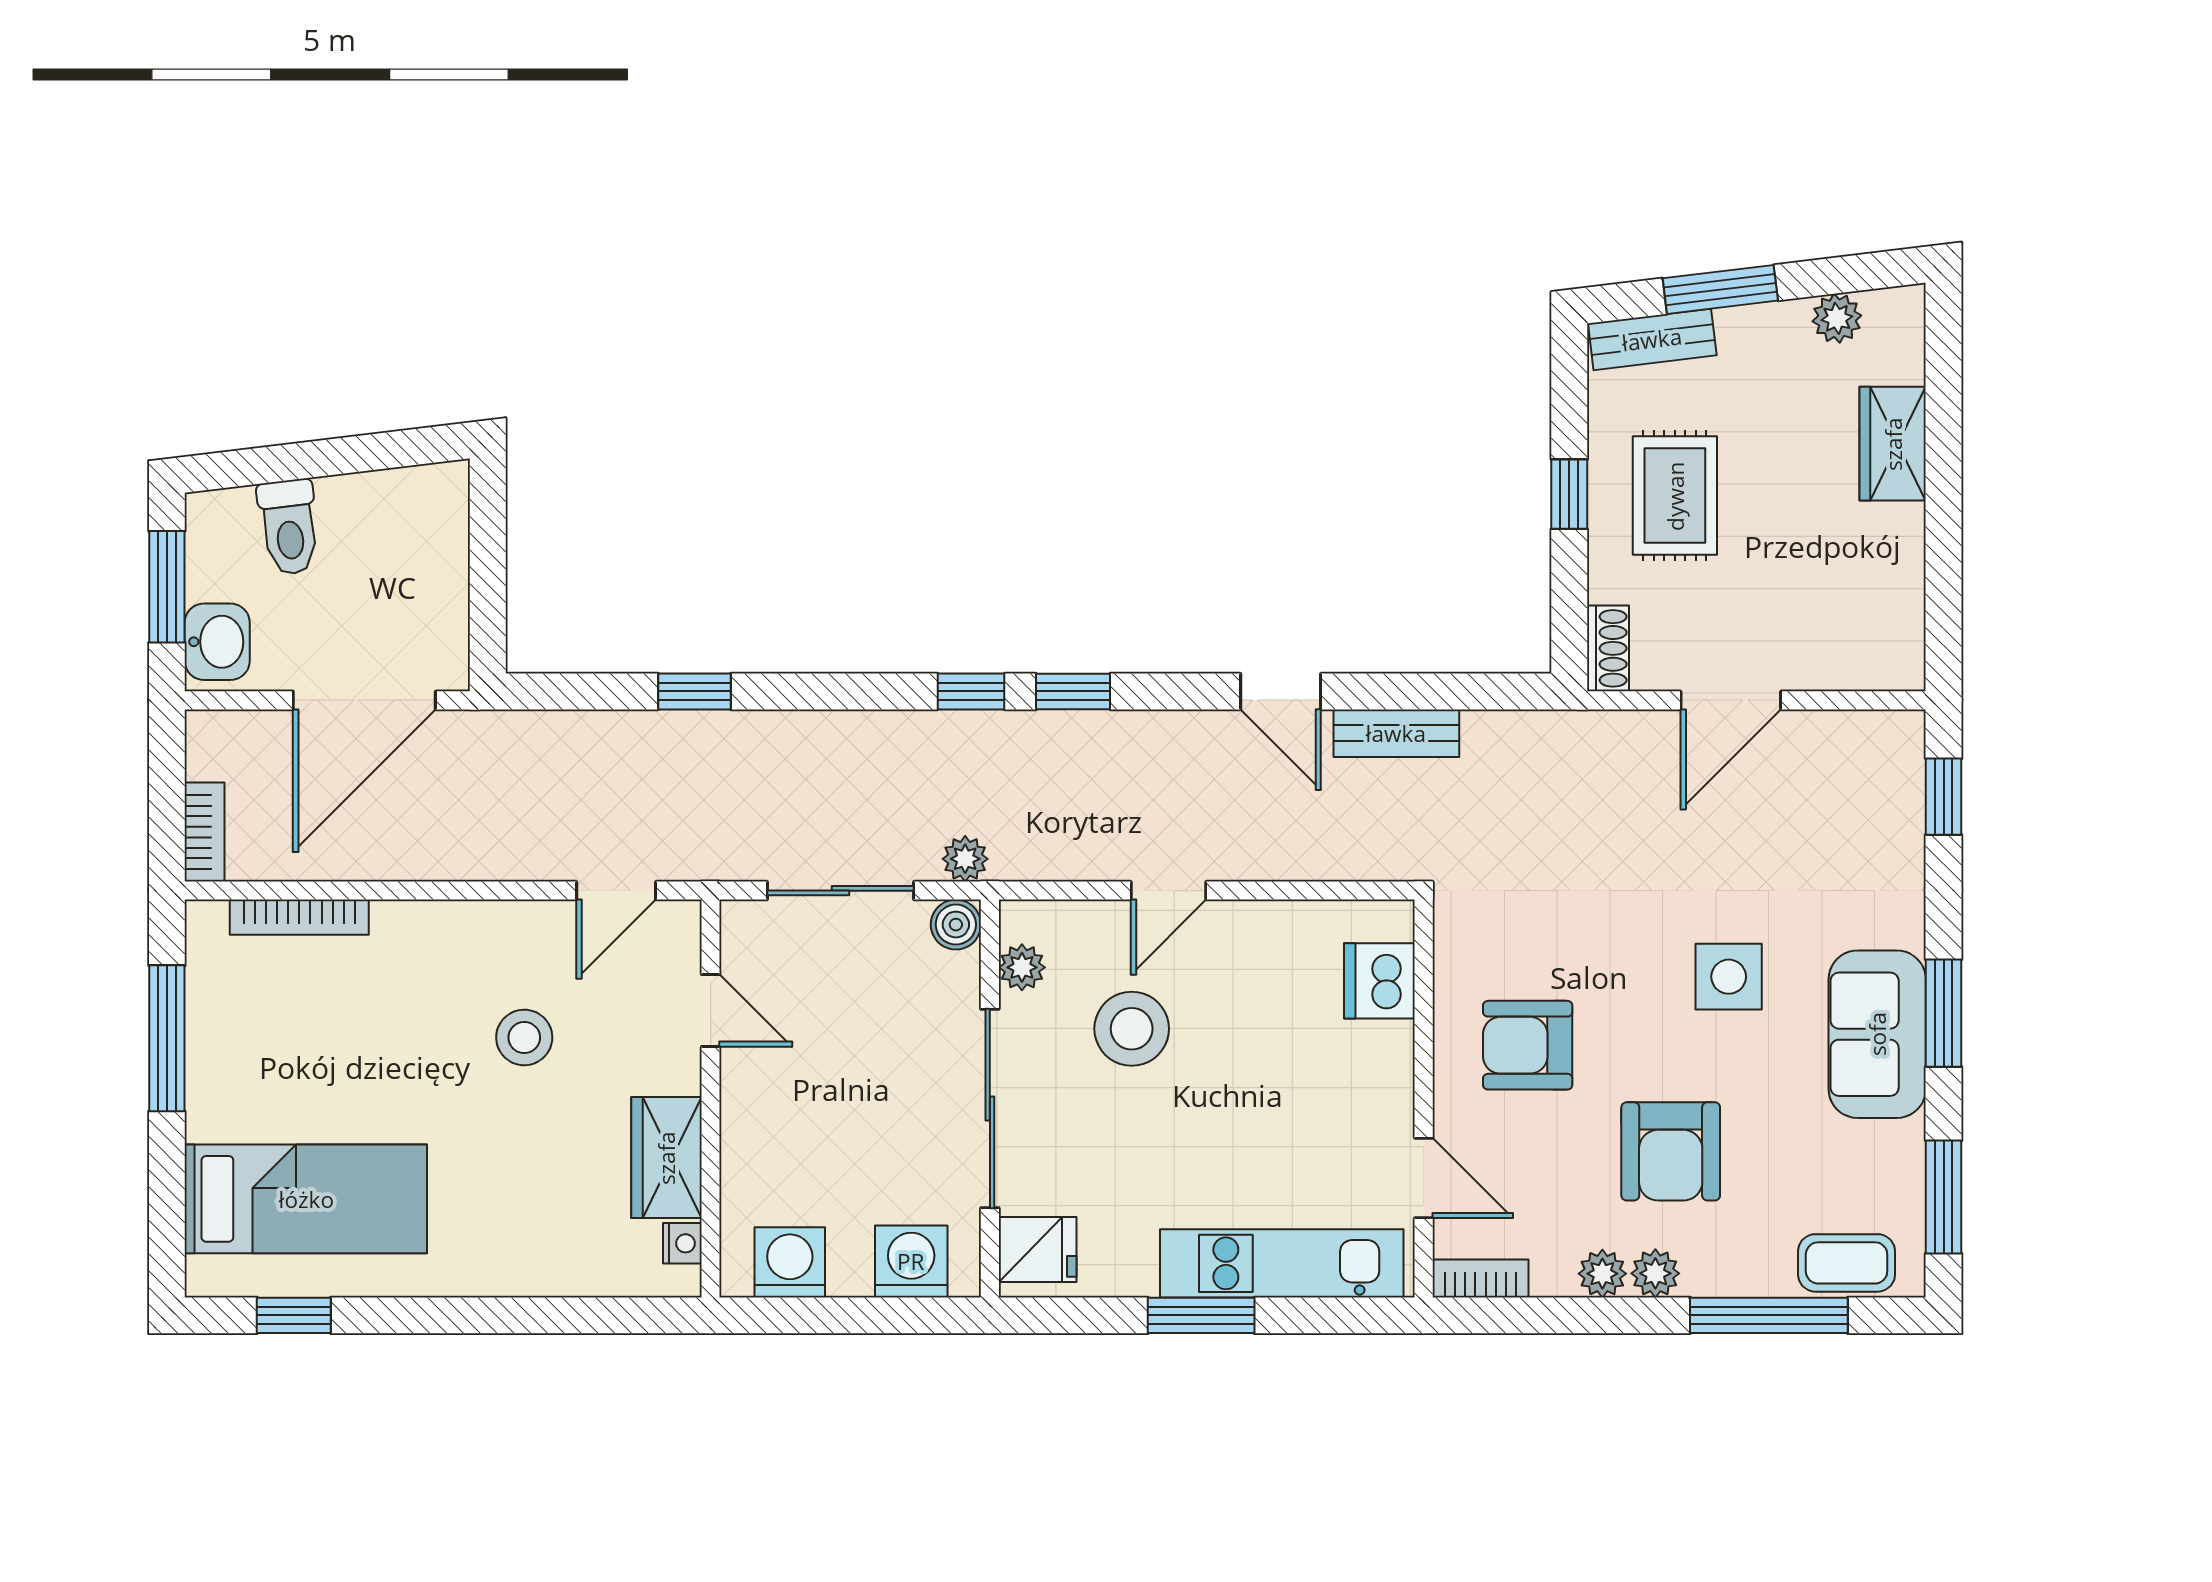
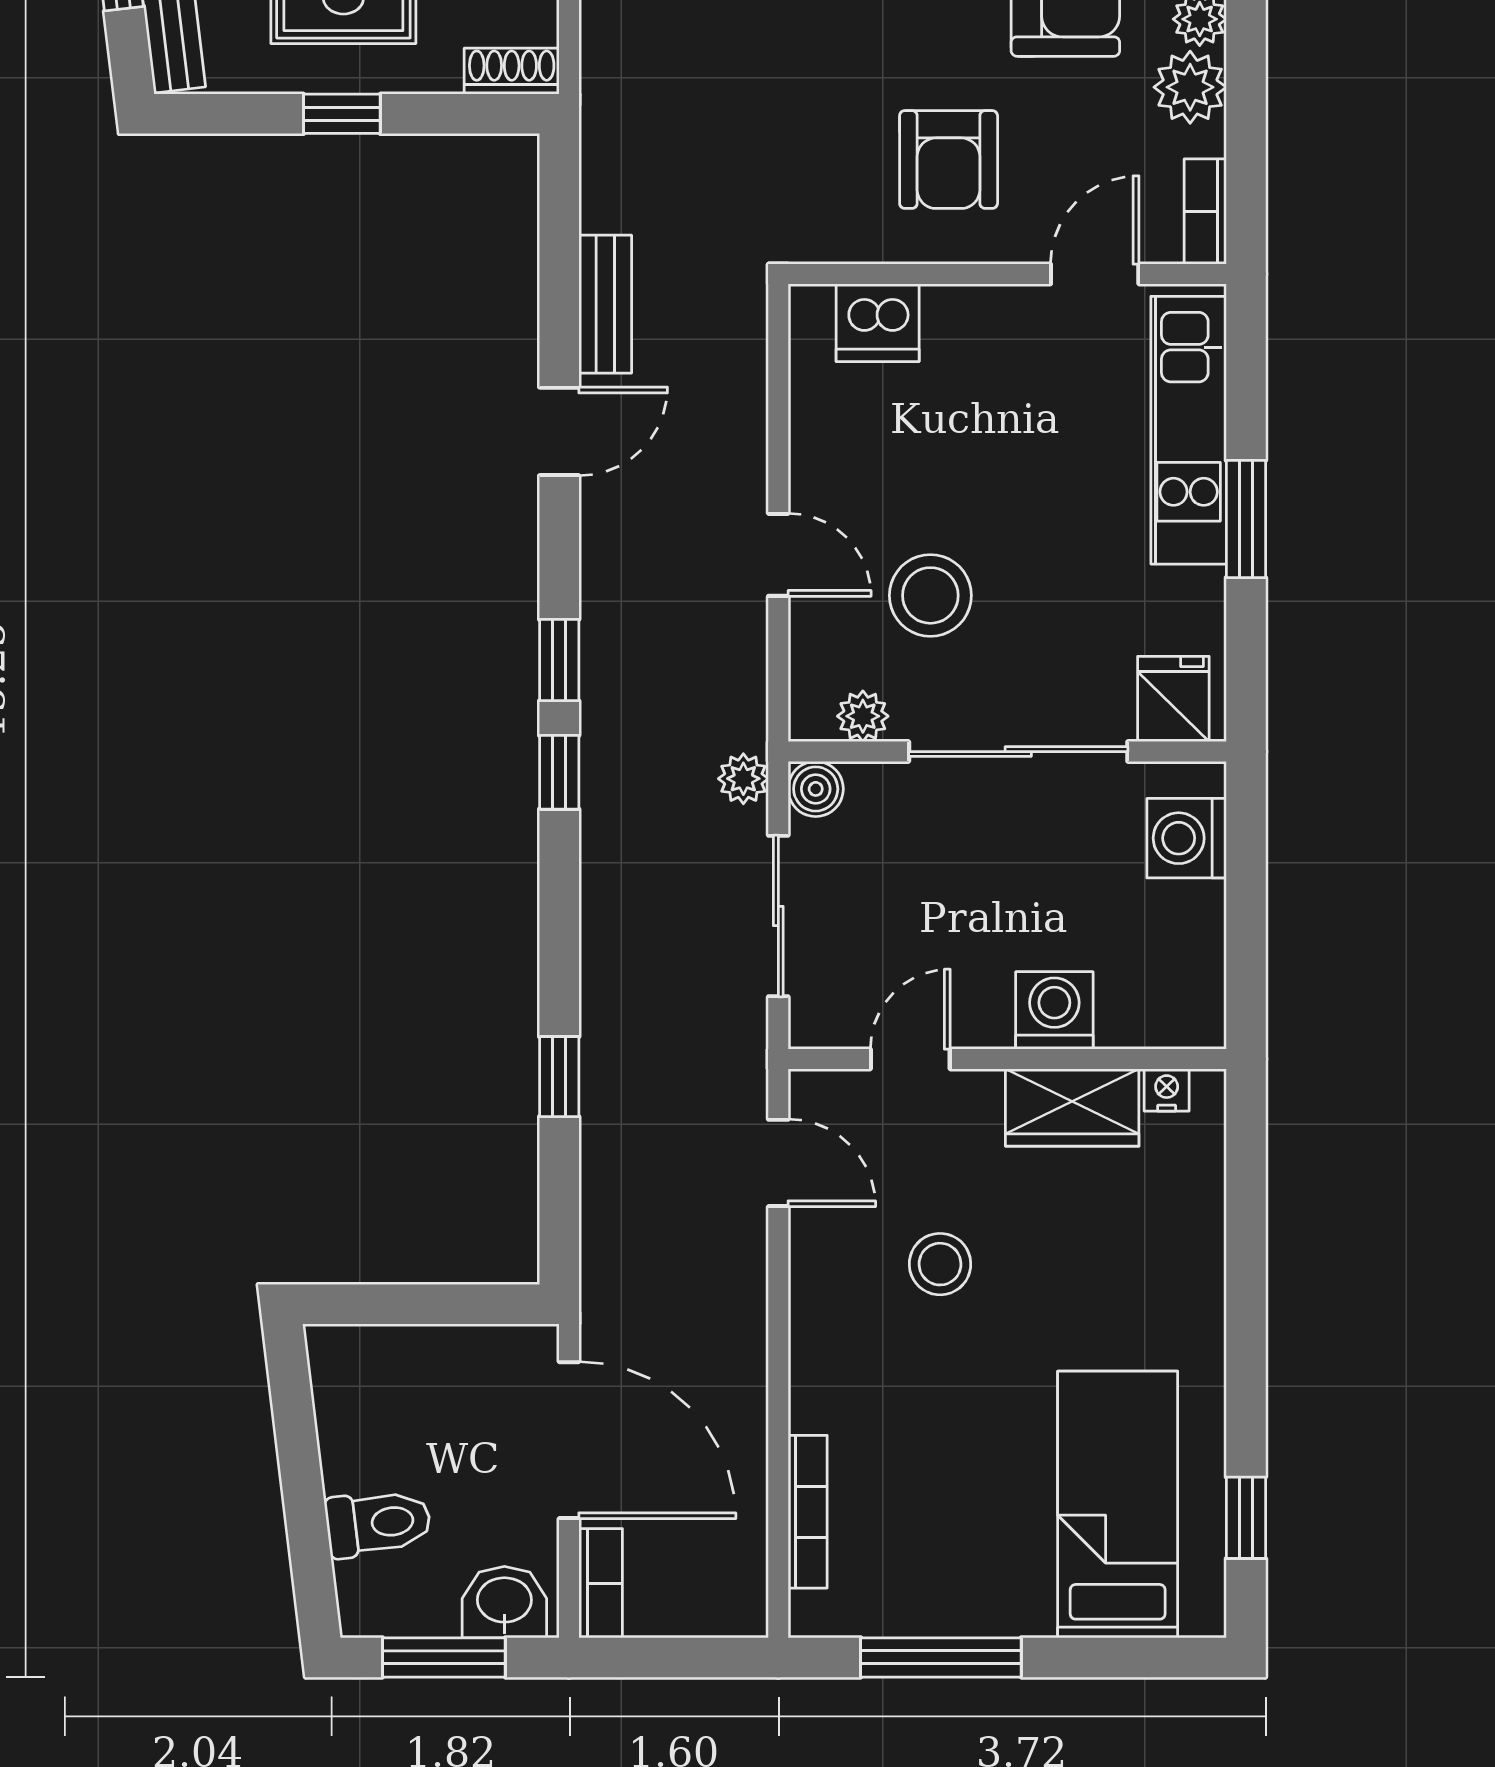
bookcase: (205, 832) -> (601, 1583), moved, turned 90
washing machine: (790, 1262) -> (1054, 1010), moved, turned 90
plant: (1602, 1274) -> (1190, 87), width x1.38, depth x1.38

